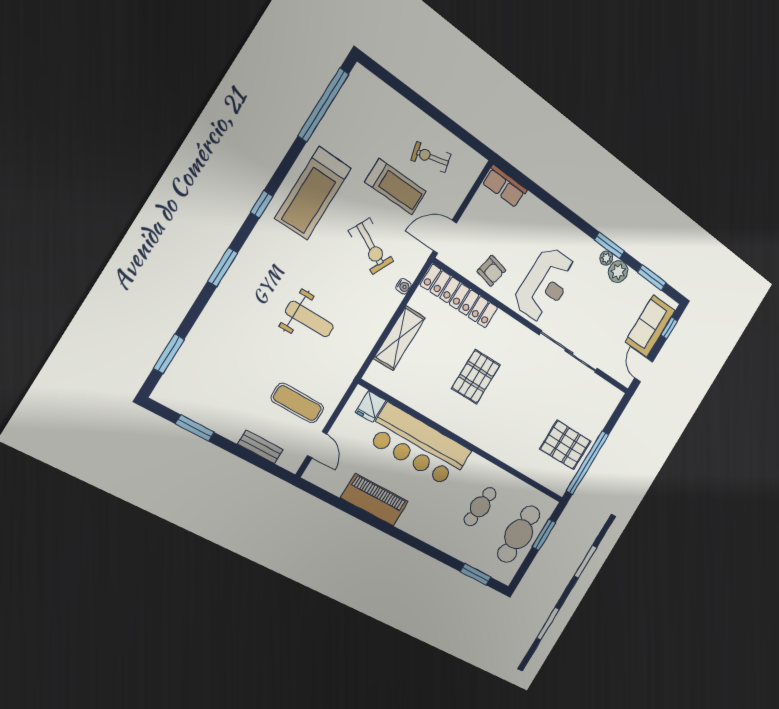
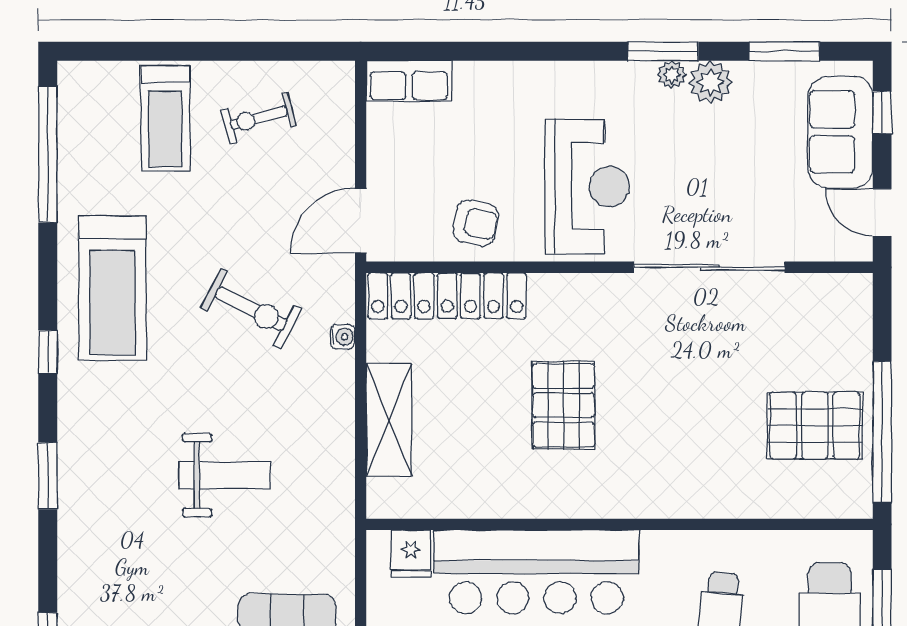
treadmill: (396, 187) -> (165, 118), moved, turned 90

